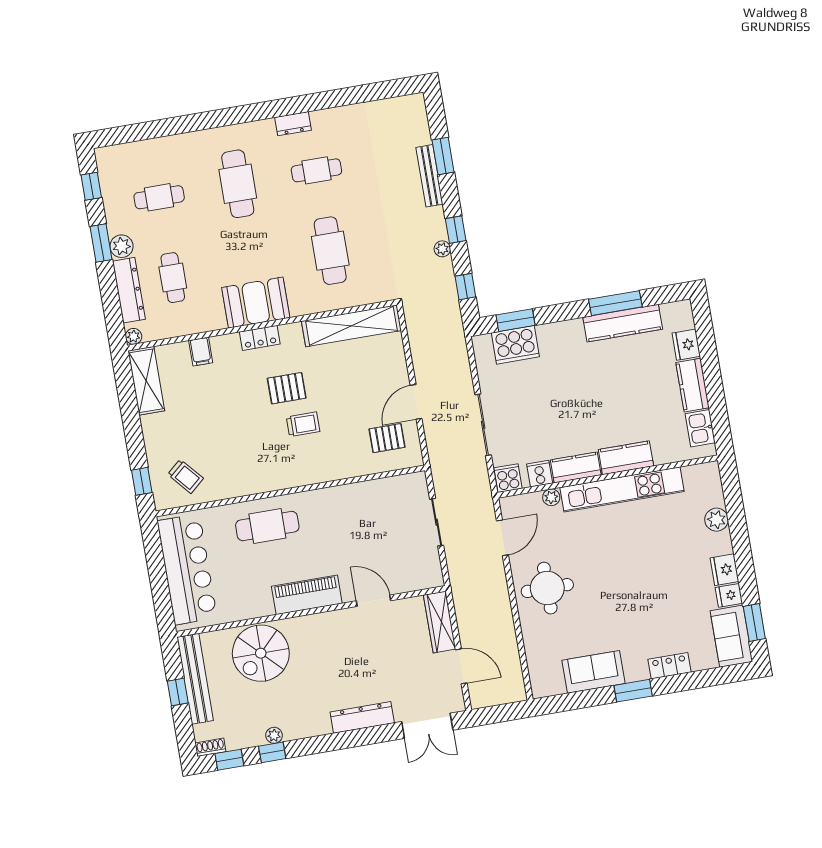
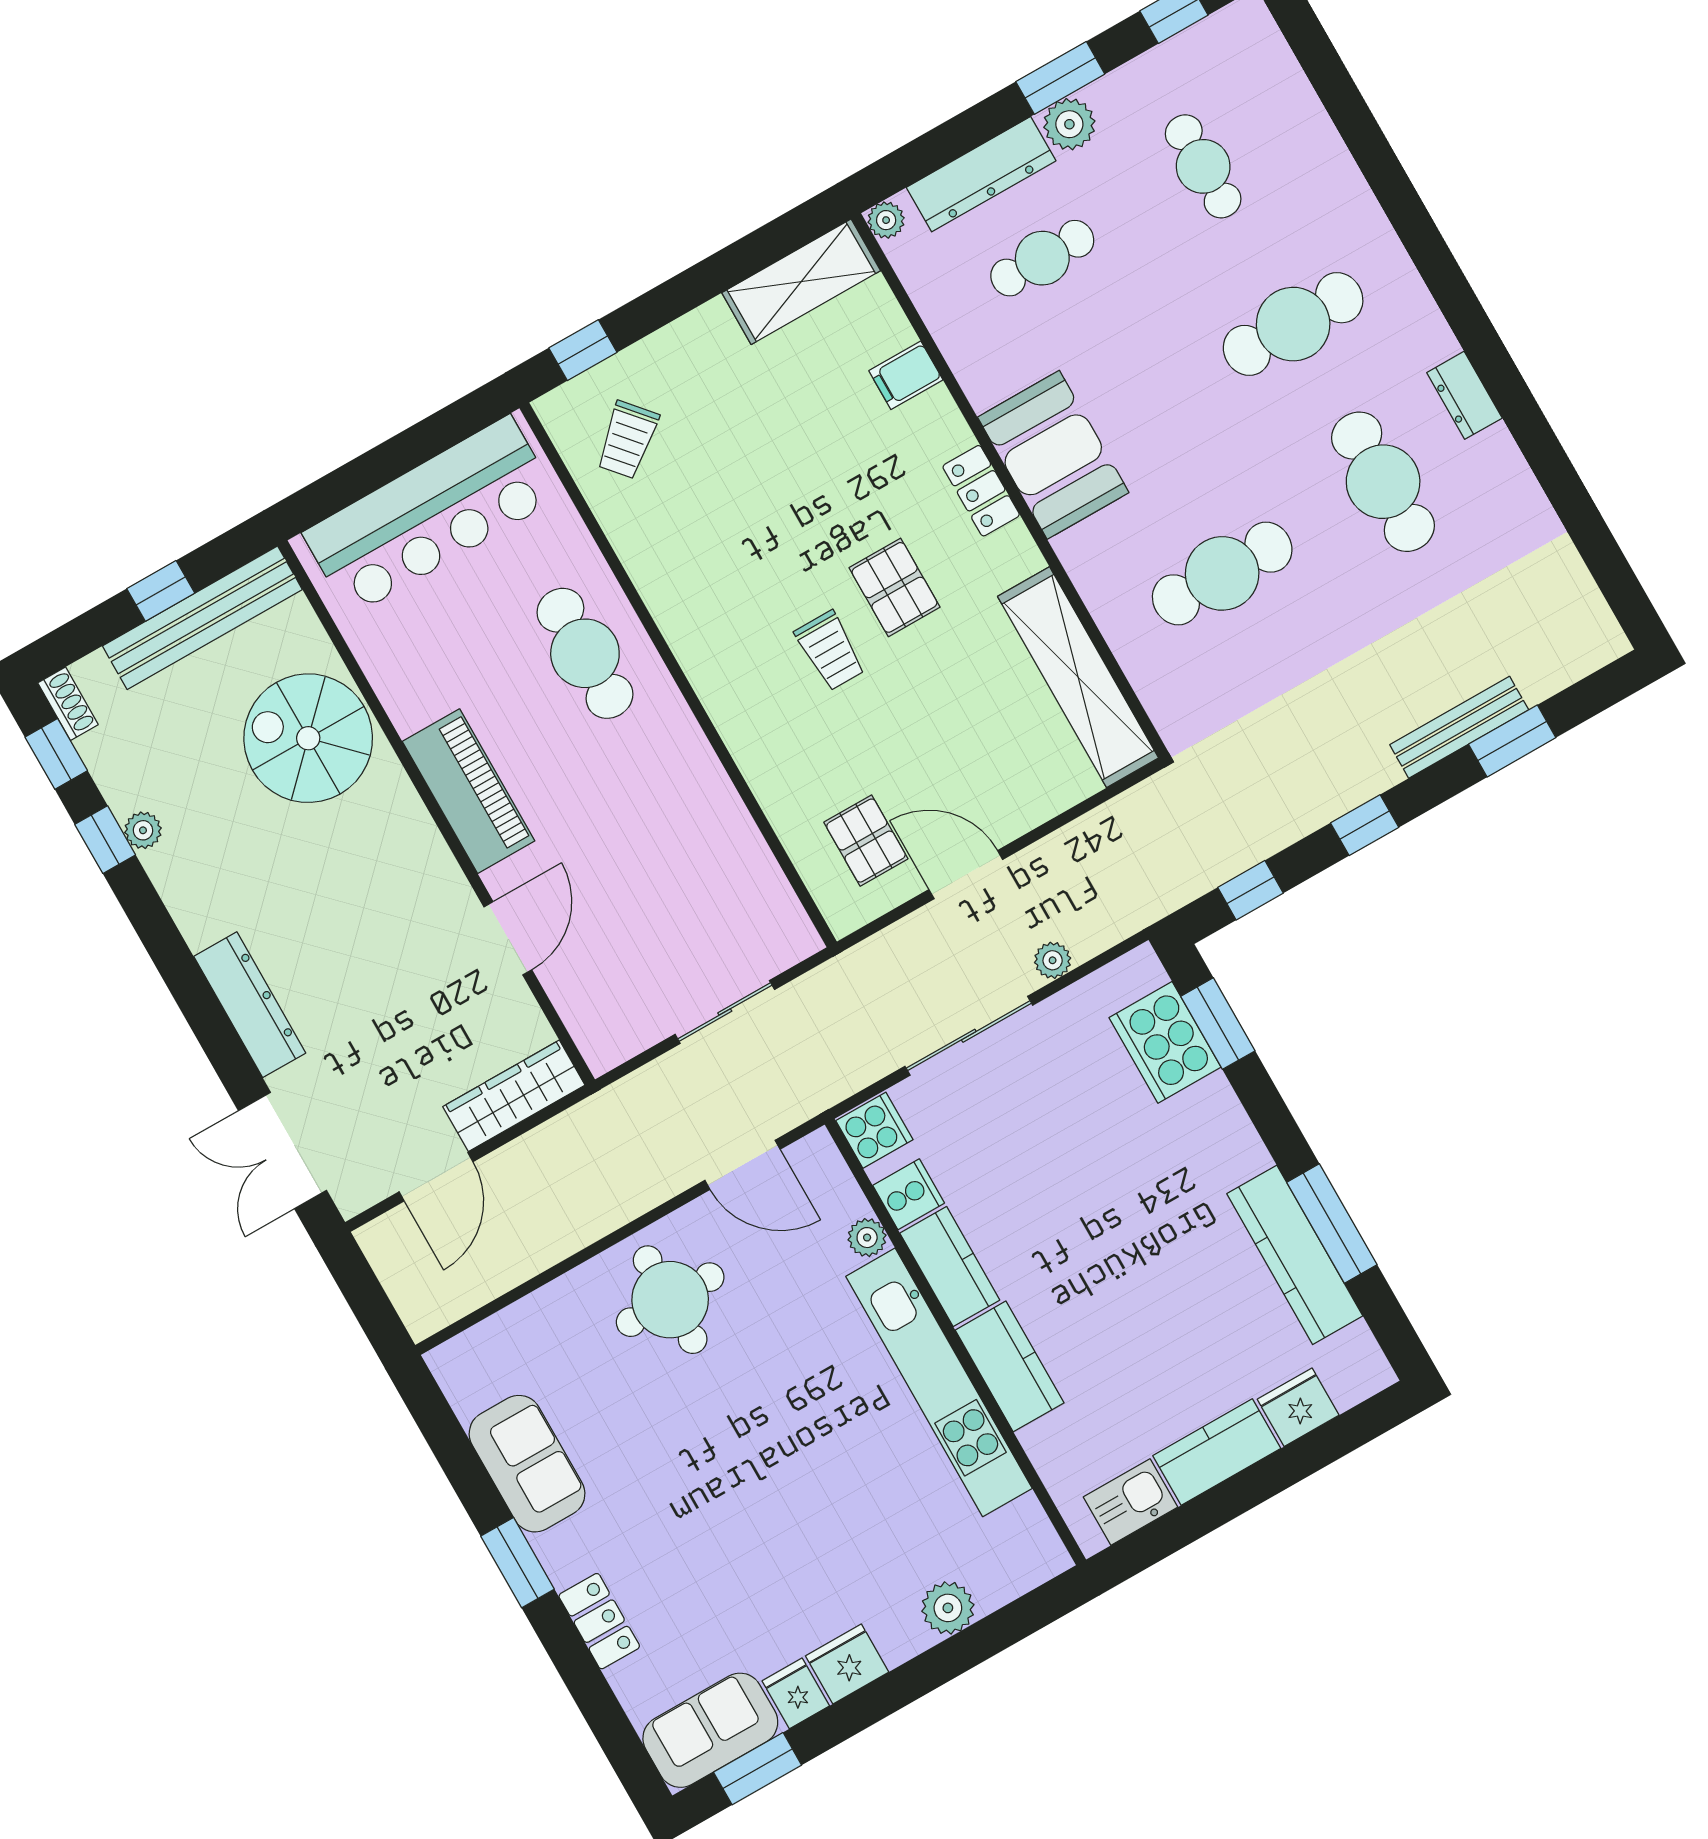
cafe table: (316, 170) -> (1383, 482), width x1.37, depth x1.35
plant: (442, 249) -> (1053, 960), moved

